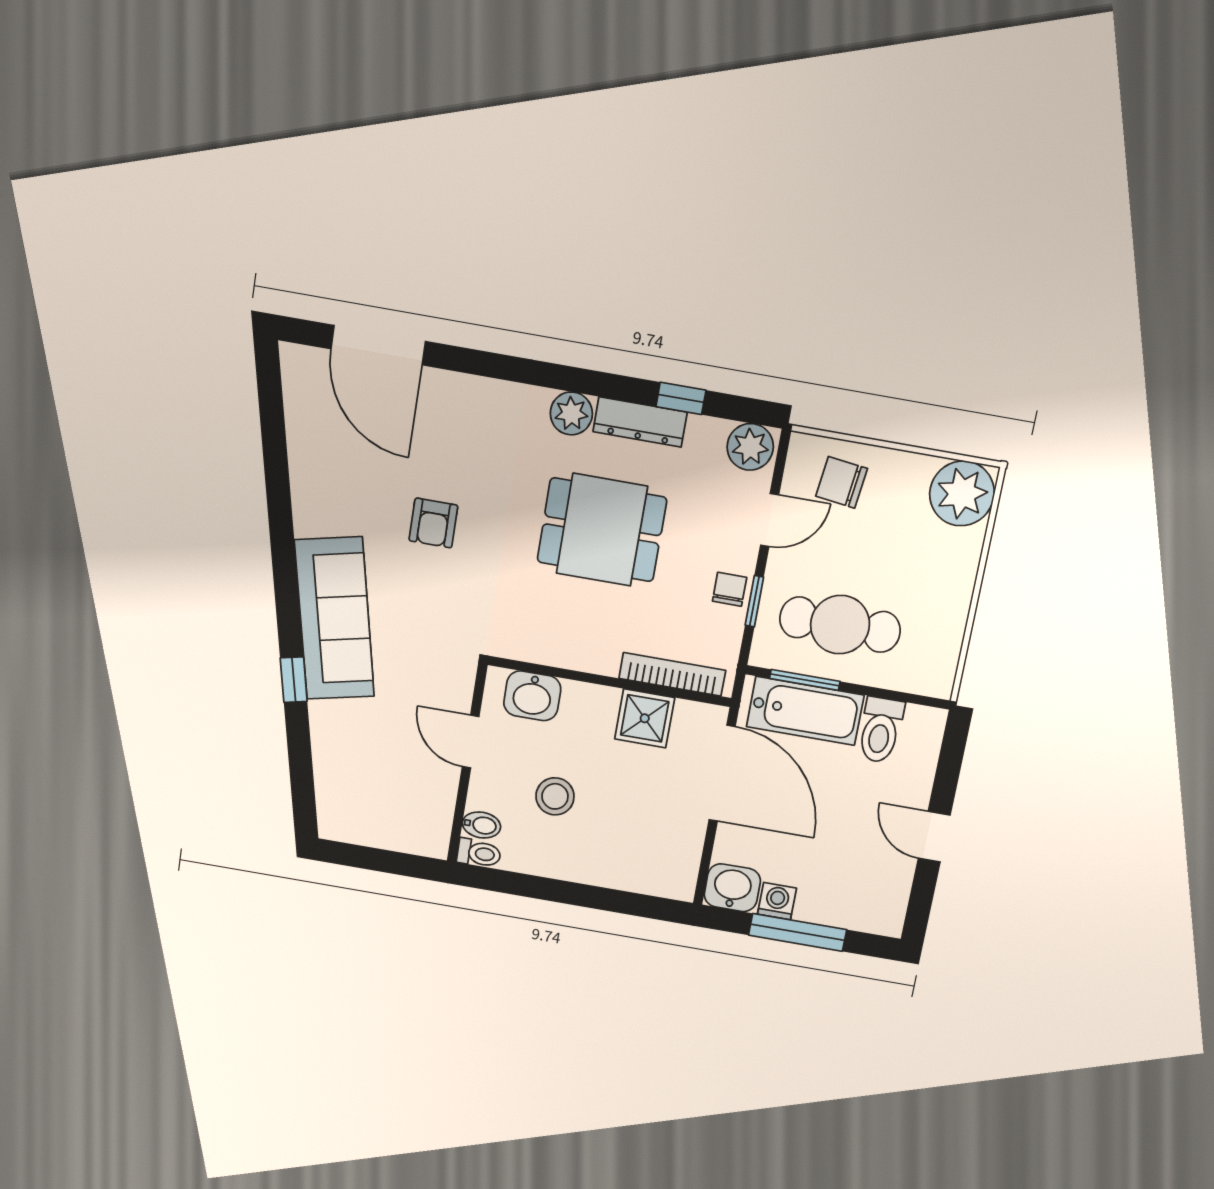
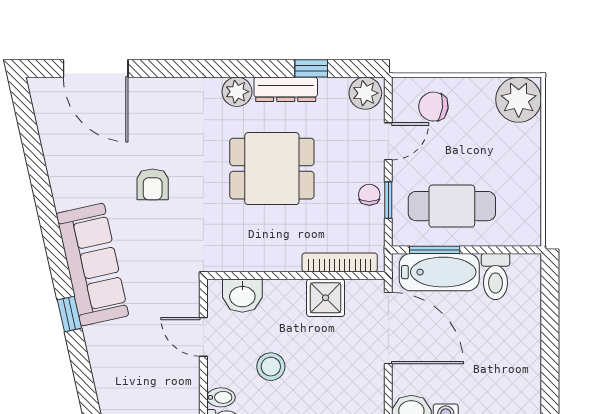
door: (934, 837) -> (550, 348), removed

